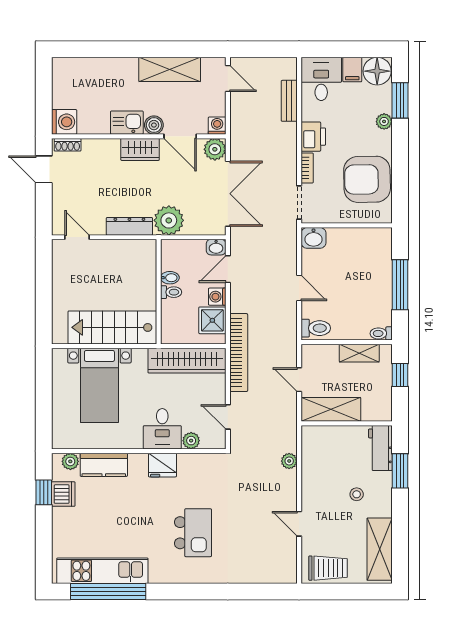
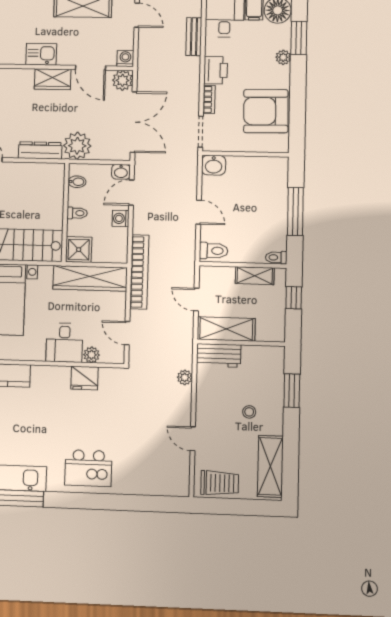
boiler: (154, 125) -> (66, 57), removed
bidet: (170, 278) -> (77, 182), moved
shower: (212, 320) -> (79, 250), moved
workbench: (380, 448) -> (219, 355), moved, turned -90
fridge: (162, 465) -> (84, 378), moved
kitchen island: (193, 533) -> (88, 468), moved, turned 90

